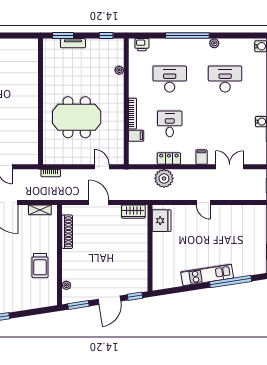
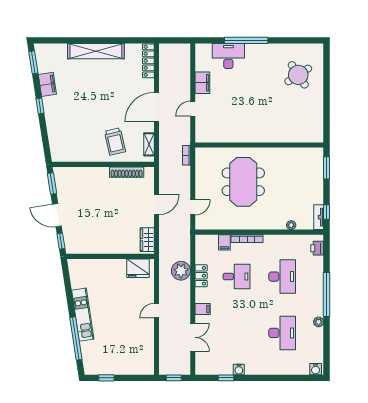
tv unit: (73, 43) -> (319, 217), moved
trolley: (40, 266) -> (115, 141), moved, turned -103
plant: (66, 285) -> (72, 171), removed

